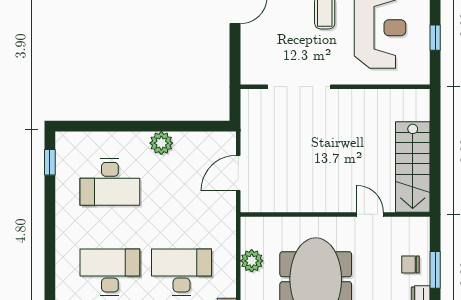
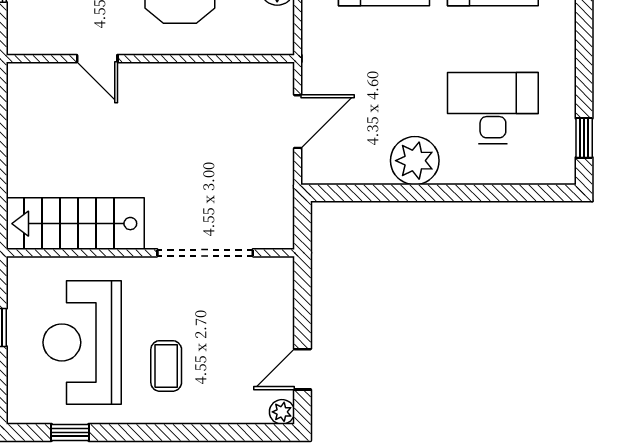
plant: (161, 143) -> (415, 161), width x1.36, depth x1.36
stairs: (413, 167) -> (75, 224), moved, turned -90

